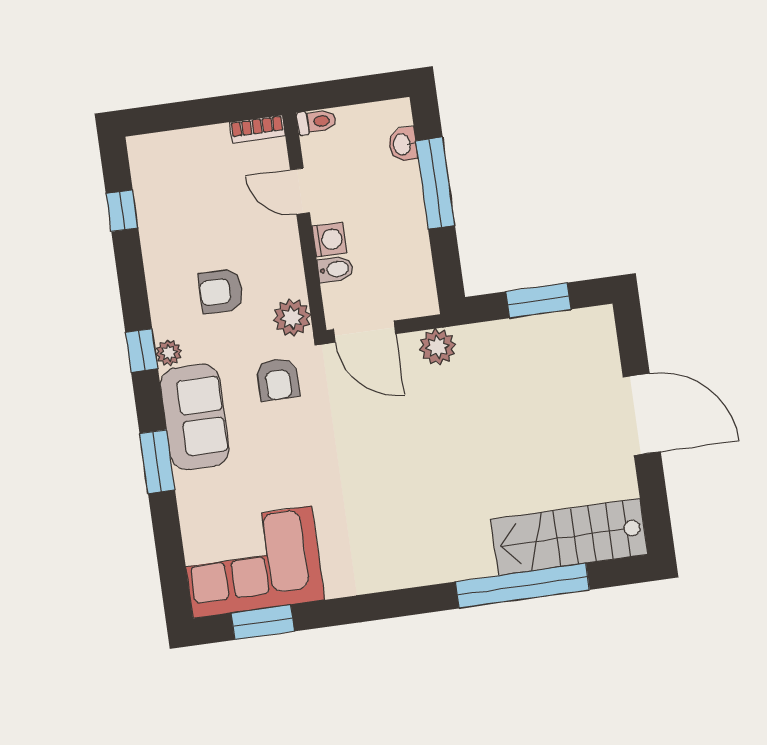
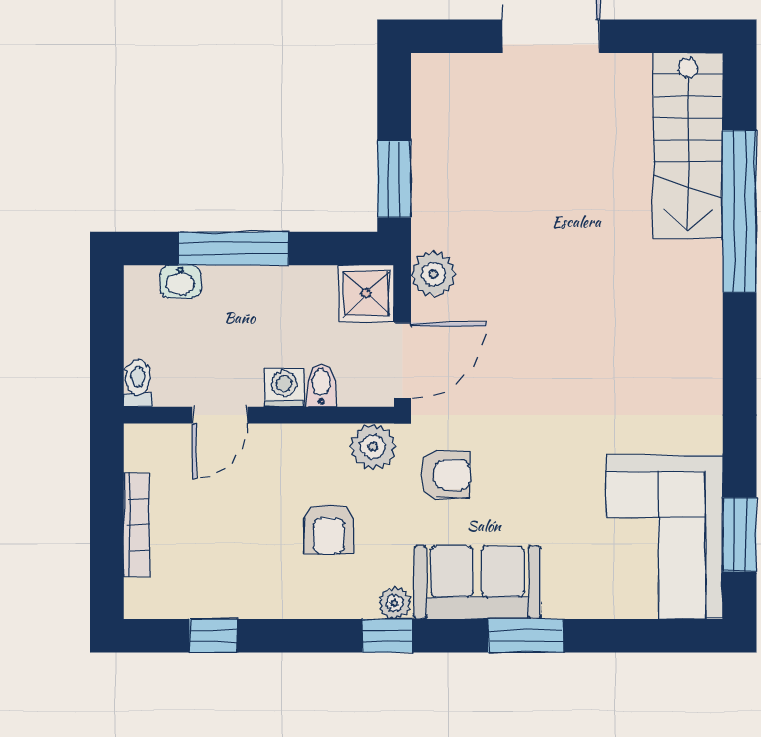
bookcase: (257, 129) -> (137, 525), moved, width x1.56
shower: (415, 295) -> (366, 293), added
window: (538, 300) -> (394, 179), moved

